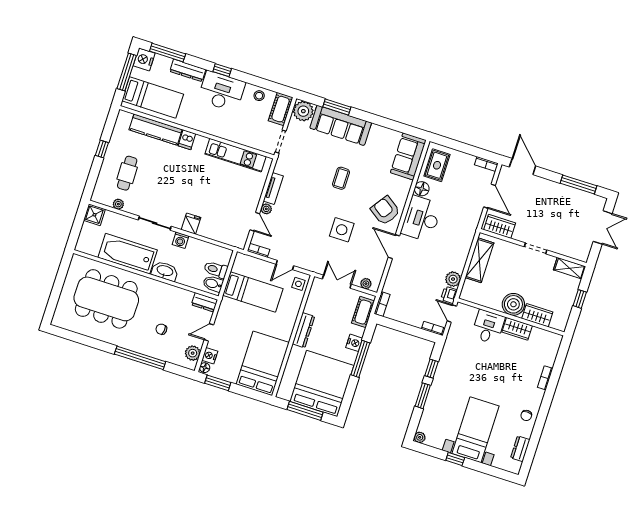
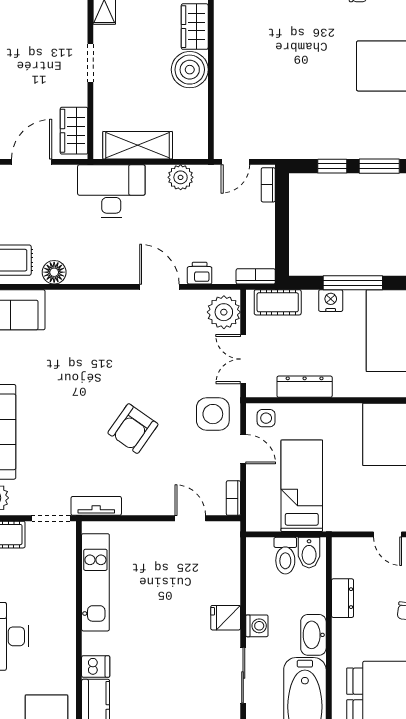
coffee table: (341, 178) -> (78, 405), removed
tv unit: (273, 189) -> (96, 506), moved
plant: (266, 209) -> (164, 507), removed
armchair: (385, 211) -> (133, 429), moved
desk: (421, 219) -> (111, 191), moved, turned 180
door: (255, 222) -> (190, 518), hinge flipped
side table: (342, 230) -> (213, 414), moved
door: (394, 247) -> (159, 287), swing flipped
plant: (366, 284) -> (224, 312), width x1.88, depth x1.88
printer: (449, 295) -> (200, 273), moved, turned 180
dresser: (204, 302) -> (342, 598), moved
desk: (488, 327) -> (238, 98), removed
wardrobe: (517, 329) -> (226, 51), removed
dresser: (304, 330) -> (305, 387), moved

